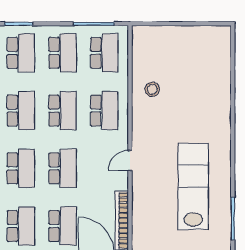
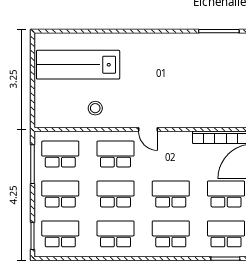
door: (130, 161) -> (148, 129), moved
lab bench: (193, 187) -> (78, 65), moved

